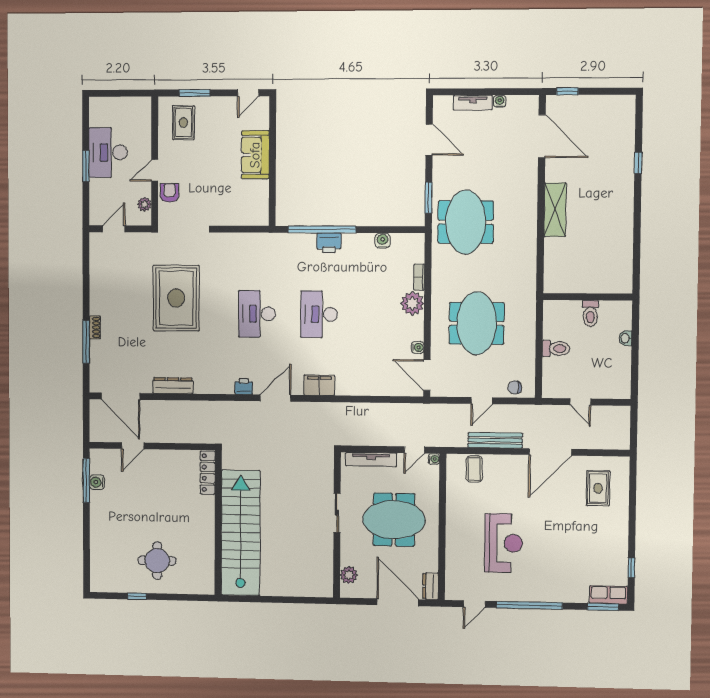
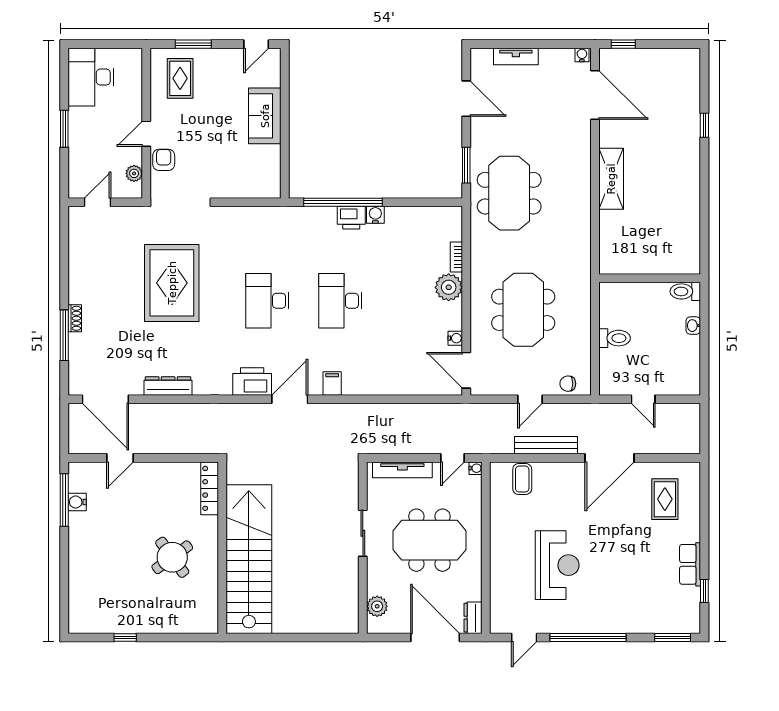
water cooler: (500, 101) -> (582, 55), moved
desk: (108, 152) -> (91, 77), moved
water cooler: (383, 241) -> (375, 215), moved
toilet: (590, 313) -> (685, 291), moved, turned 90
filing cabinet: (319, 385) -> (332, 384), width x0.50
printer: (244, 386) -> (252, 382), width x1.87, depth x1.48
round table: (157, 561) -> (172, 557), moved, turned -36
row of seats: (609, 595) -> (690, 564), moved, turned -90

